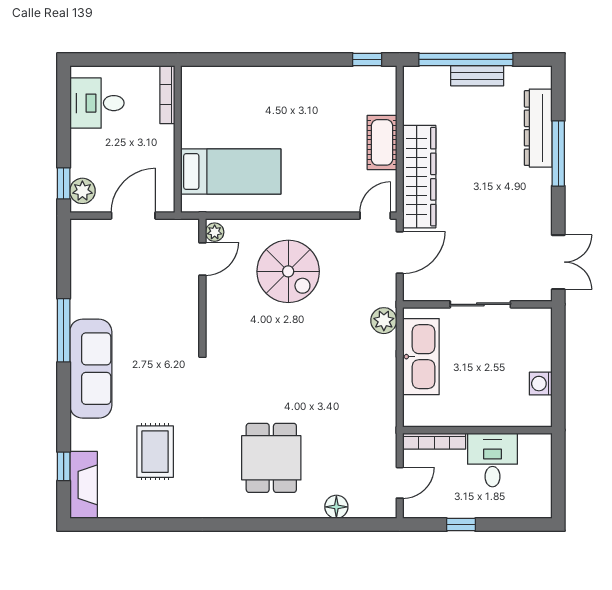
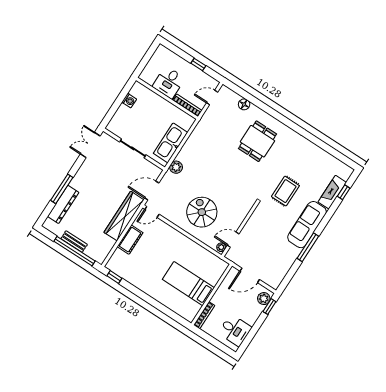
bed: (231, 171) -> (188, 284), moved
rug: (155, 452) -> (285, 191), moved
fireplace: (84, 485) -> (332, 192), moved

